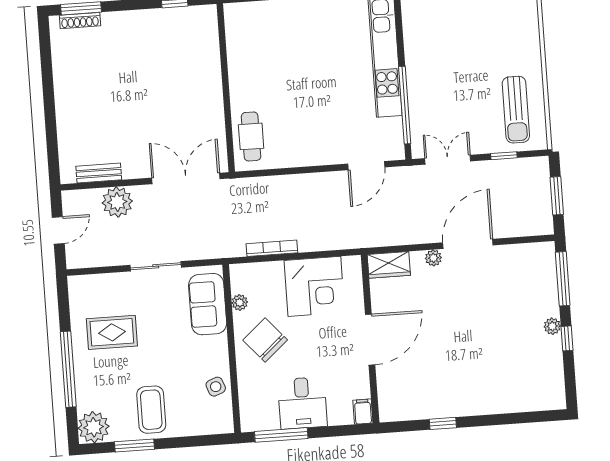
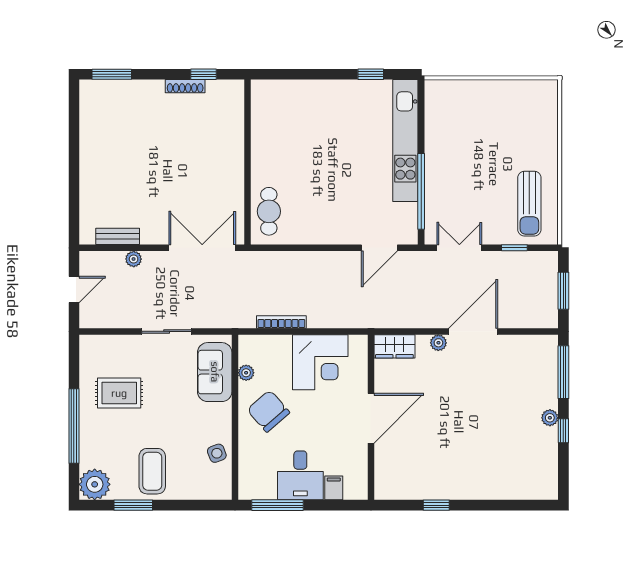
shoe rack: (80, 21) -> (185, 86), moved
plant: (117, 202) -> (134, 259), width x0.53, depth x0.53
filing cabinet: (363, 412) -> (334, 488), moved

